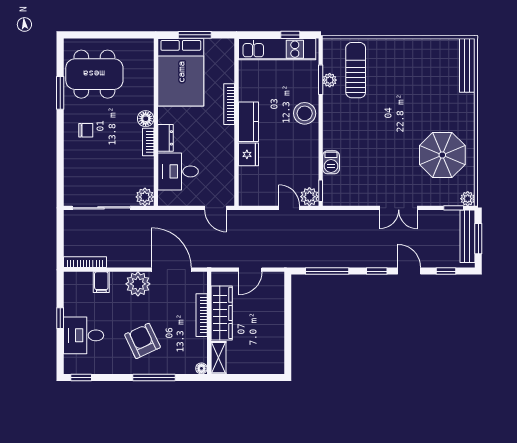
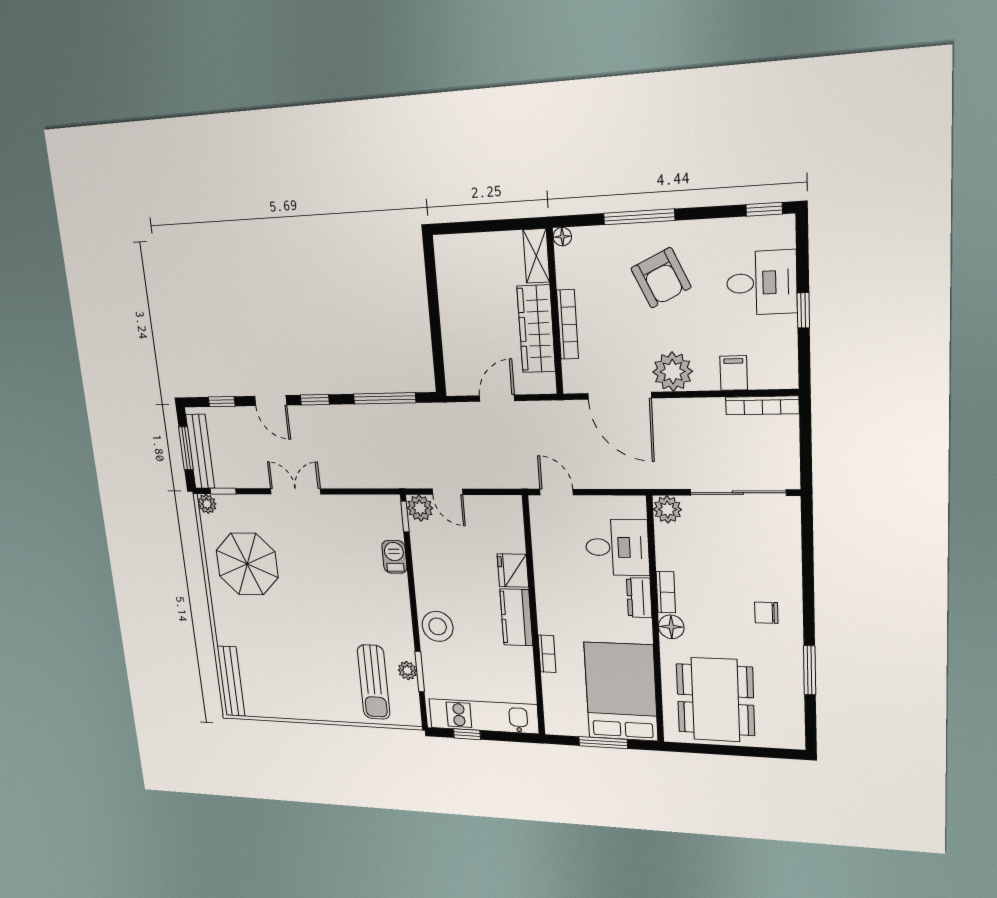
dining table: (94, 74) -> (715, 700), moved, turned 90
bookcase: (229, 104) -> (547, 654), width x0.64

